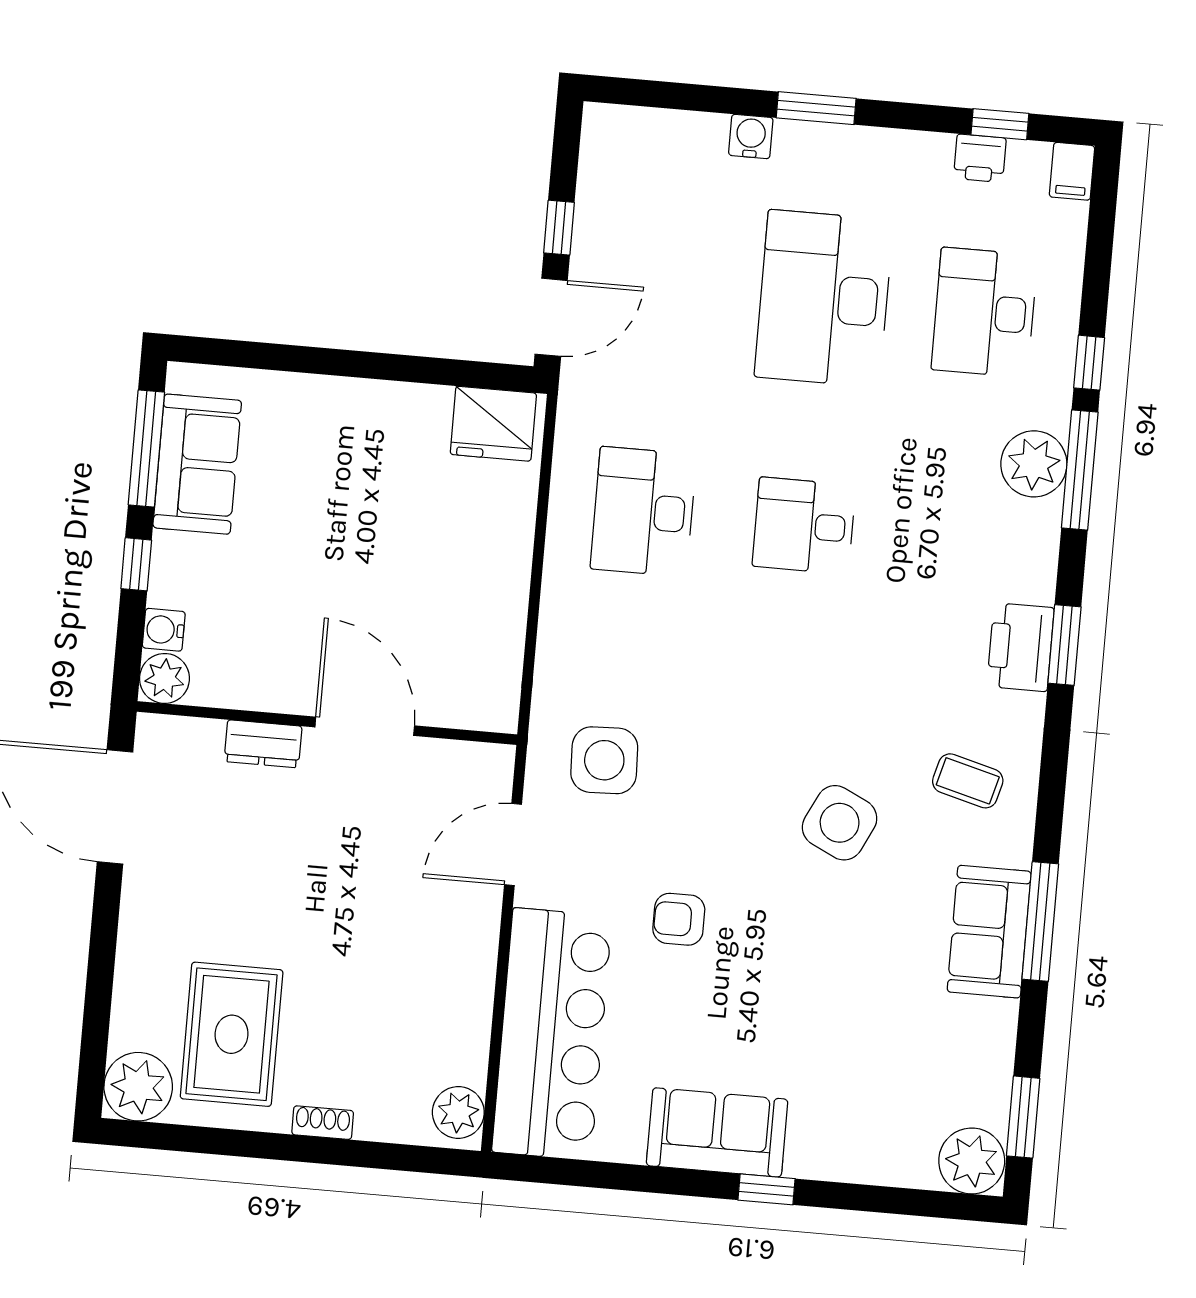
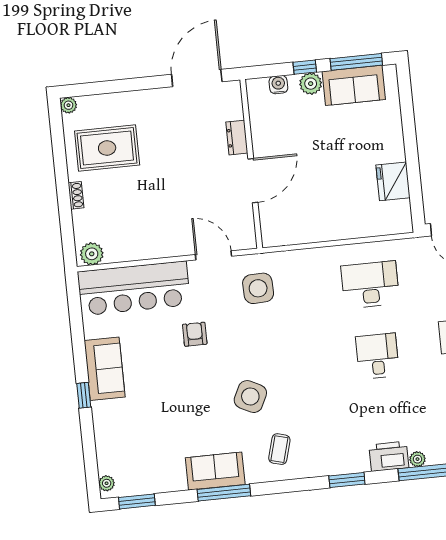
fridge: (493, 424) -> (393, 181), moved
plant: (1034, 464) -> (418, 459), width x0.53, depth x0.53
printer: (1021, 647) -> (389, 456), moved
plant: (165, 678) -> (311, 84), moved
plant: (138, 1087) -> (68, 105), width x0.53, depth x0.53
plant: (972, 1161) -> (107, 483), width x0.53, depth x0.53

